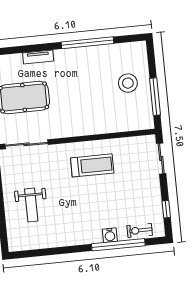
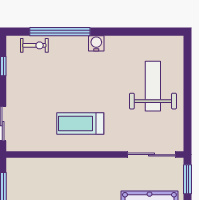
weight bench: (31, 205) -> (153, 86), width x1.36, depth x1.33
water cooler: (110, 235) -> (96, 43), moved

